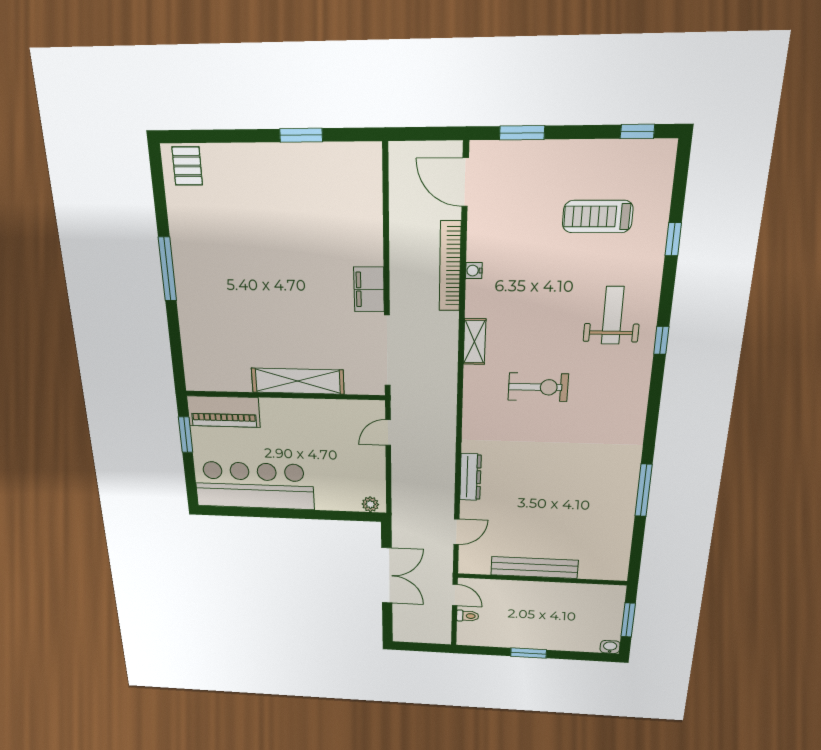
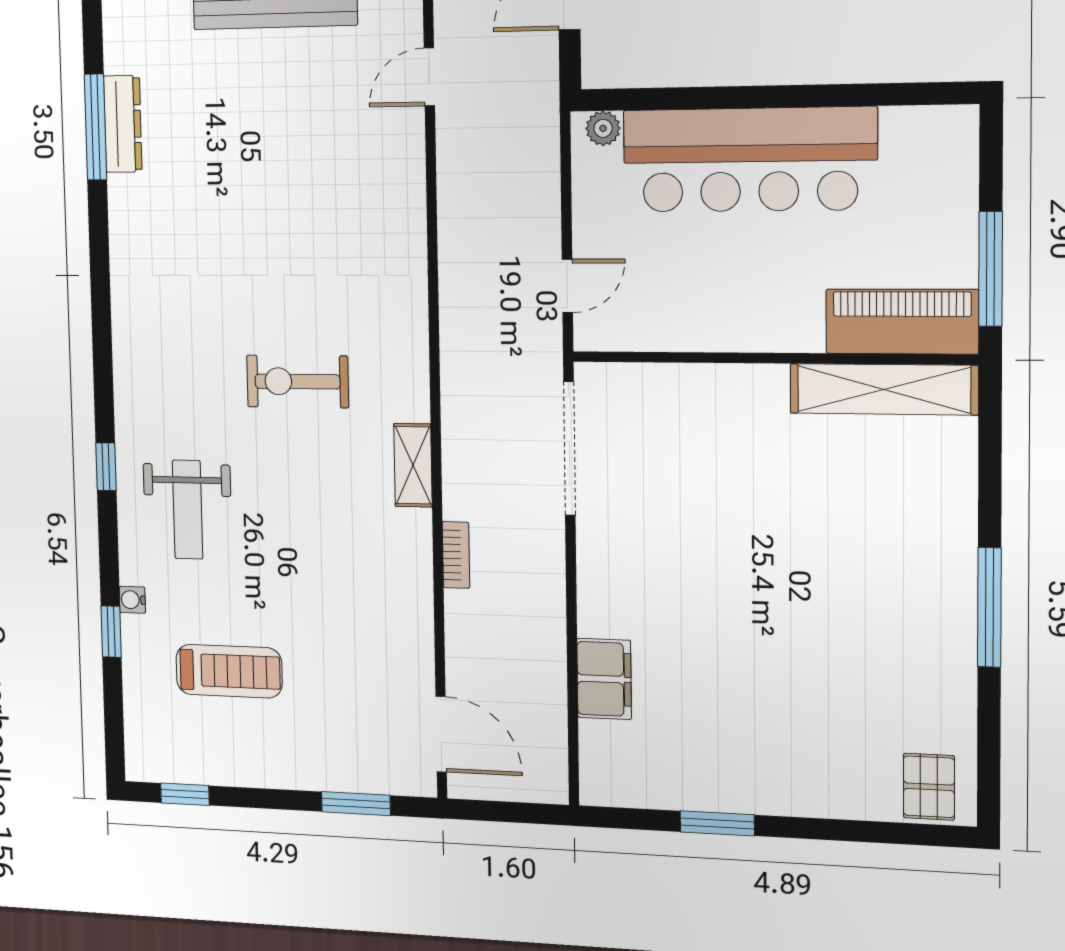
bookcase: (450, 266) -> (456, 555), width x0.43, depth x0.76
water cooler: (474, 271) -> (132, 600), moved, turned 180
filing cabinet: (369, 289) -> (604, 679), moved
shelving: (298, 381) -> (884, 389), moved
window: (186, 435) -> (991, 269), width x1.44
dresser: (470, 477) -> (123, 124), moved, turned 180
bar counter: (254, 485) -> (749, 160), moved
window: (644, 490) -> (95, 127), moved

